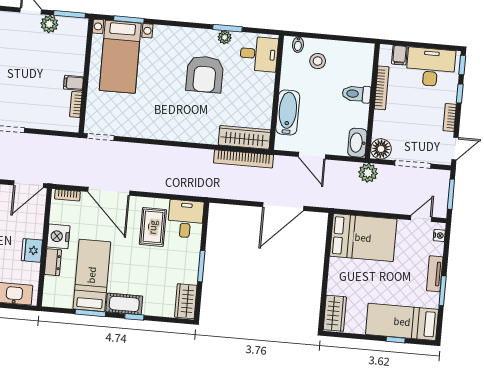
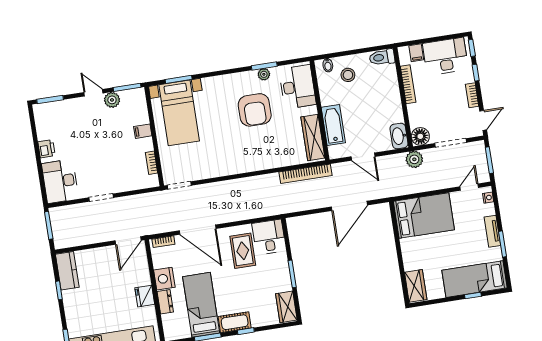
desk: (259, 54) -> (297, 87), width x1.37
filing cabinet: (73, 83) -> (143, 131), moved
toilet: (356, 94) -> (382, 57), moved
wardrobe: (244, 137) -> (313, 137), moved, turned -90

